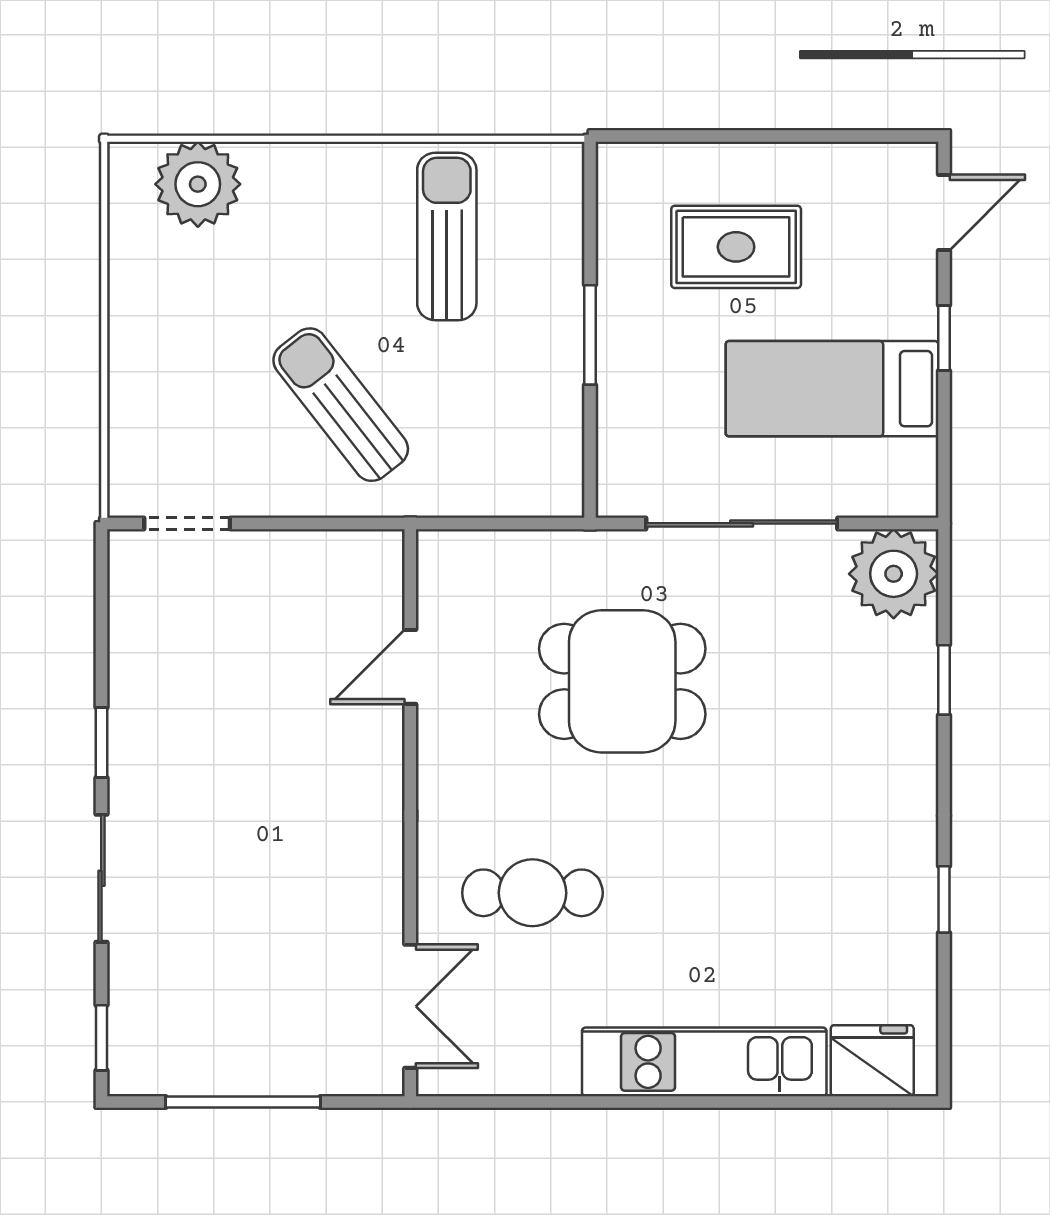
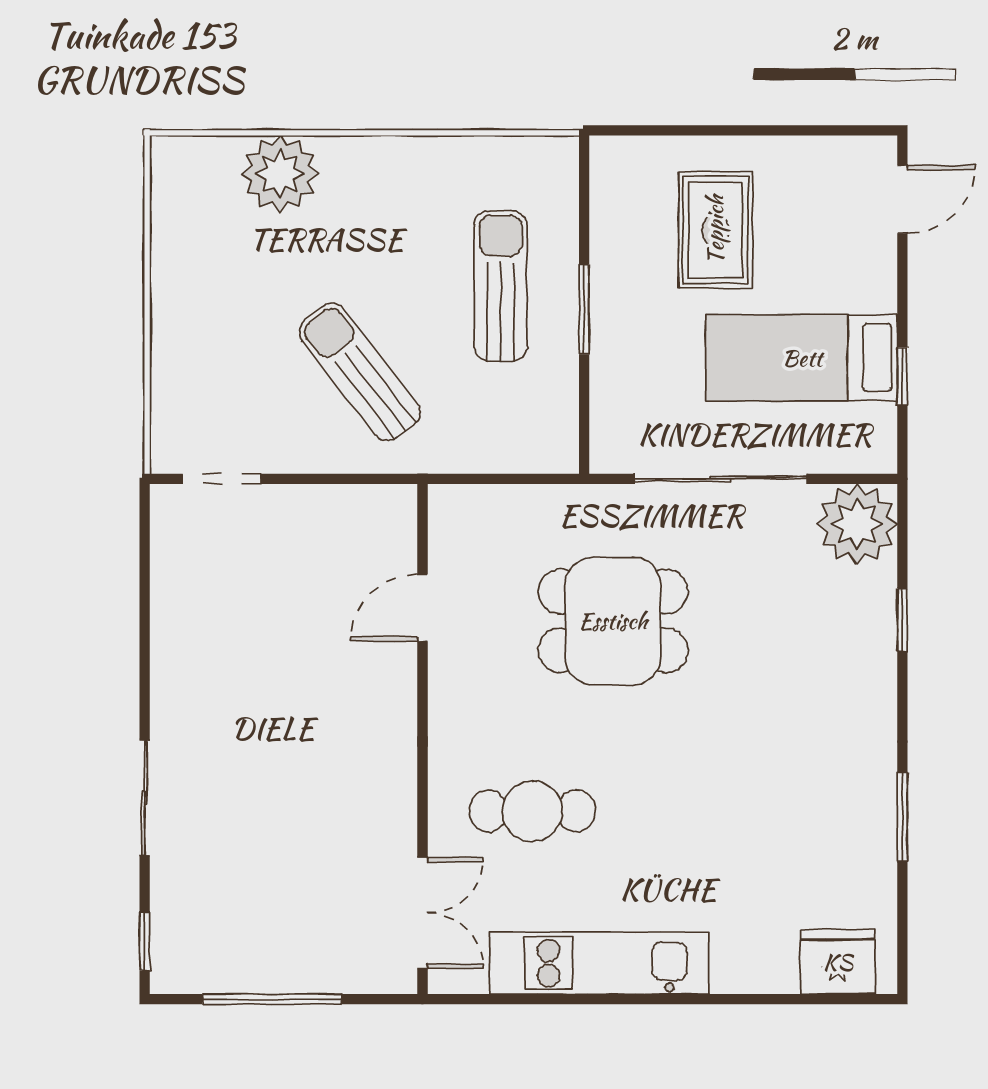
plant: (198, 184) -> (280, 174), moved
sun lounger: (447, 236) -> (501, 286), moved
rug: (736, 247) -> (715, 230), turned 90
window: (944, 338) -> (902, 377), moved
window: (101, 742) -> (145, 676), removed
window: (944, 899) -> (902, 817), width x1.50
kitchen unit: (704, 1062) -> (599, 963), moved

